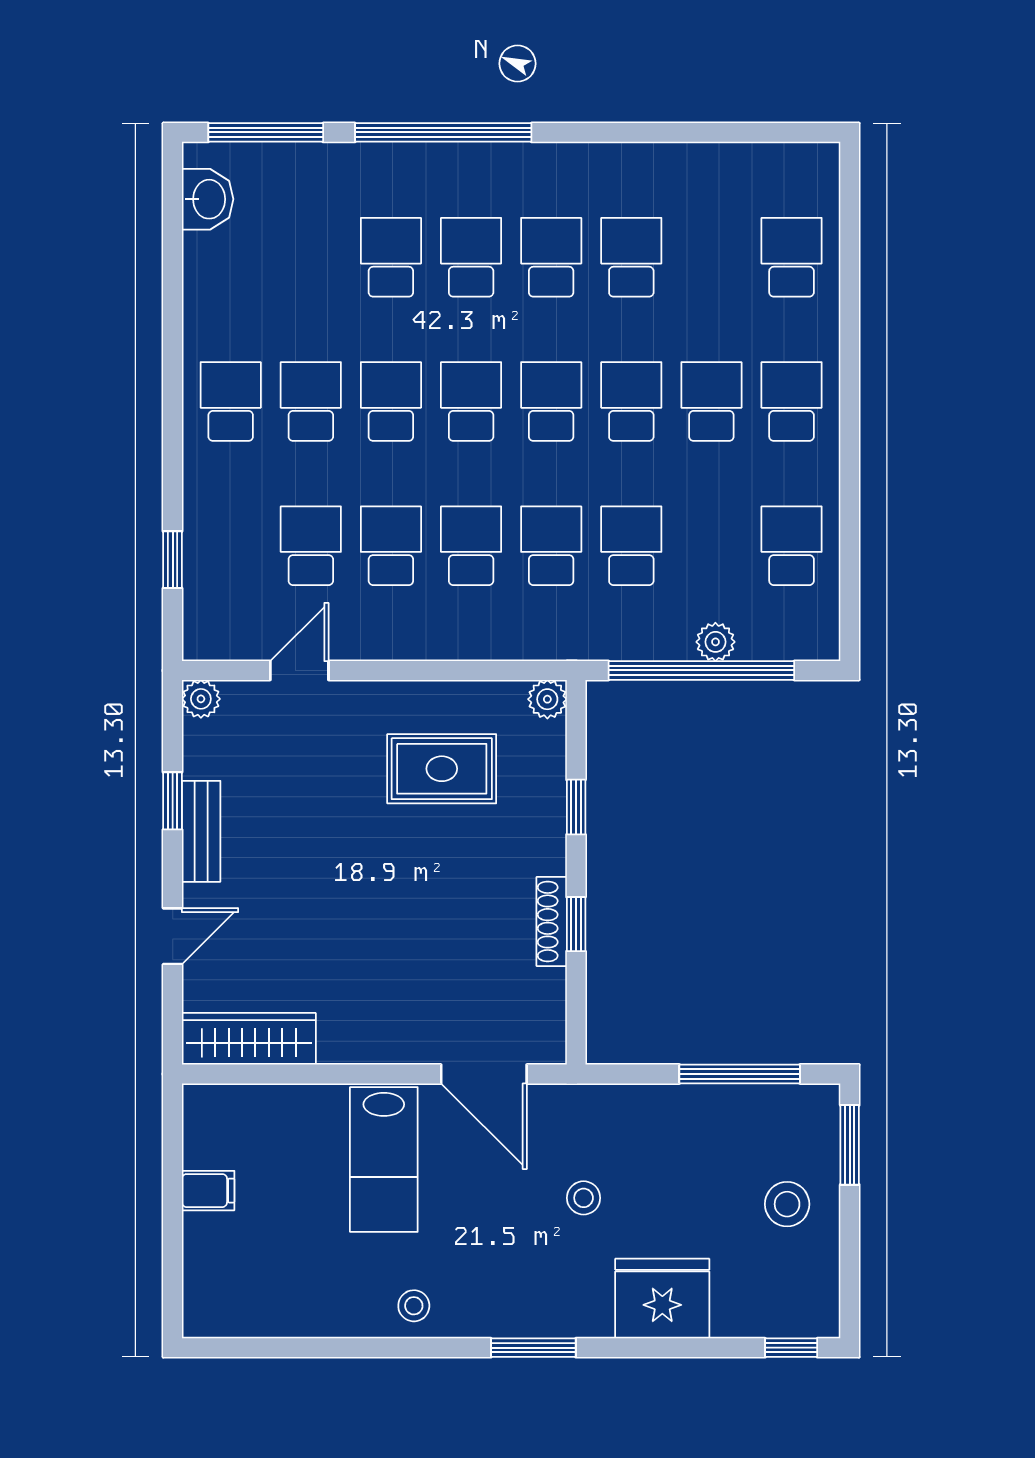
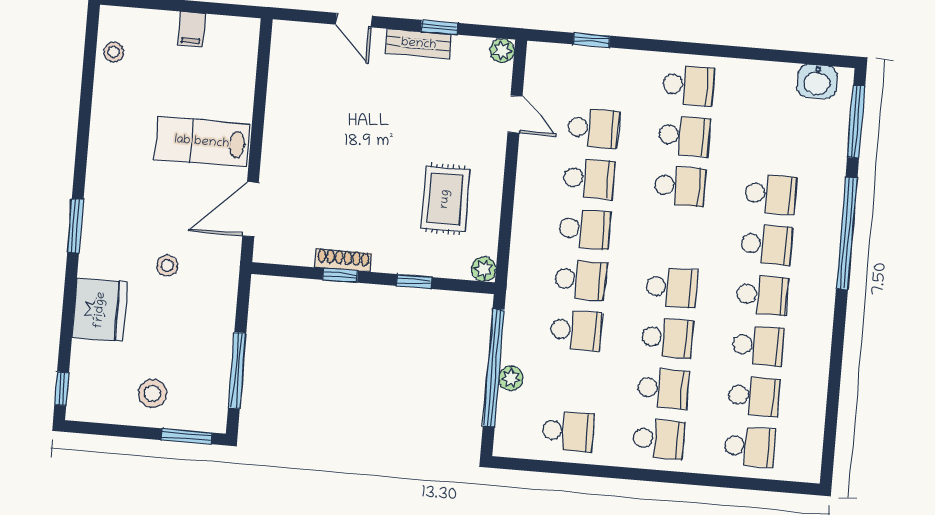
school desk: (471, 401) -> (754, 396), moved
wardrobe: (249, 1039) -> (285, 63), removed
stool: (414, 1306) -> (114, 52), moved

